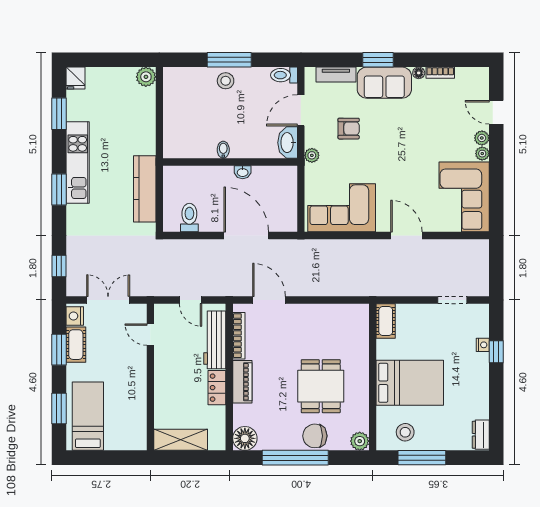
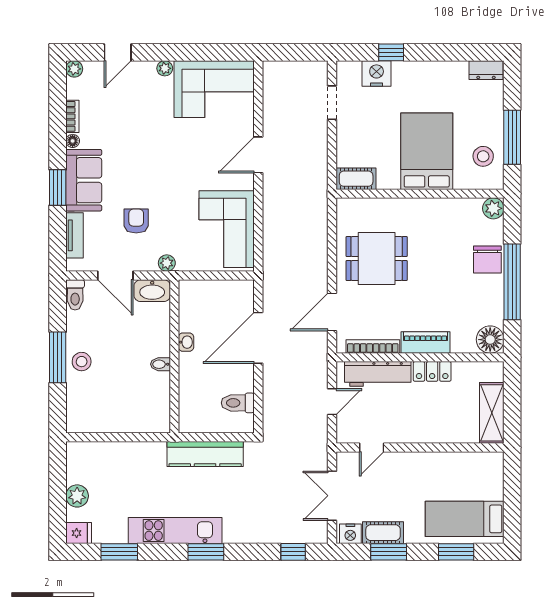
plant: (146, 77) -> (77, 496), moved
plant: (482, 138) -> (74, 69), moved
nightstand: (483, 345) -> (377, 74), width x1.89, depth x1.79
dining table: (321, 386) -> (377, 259), moved

